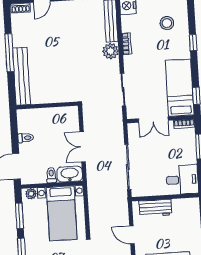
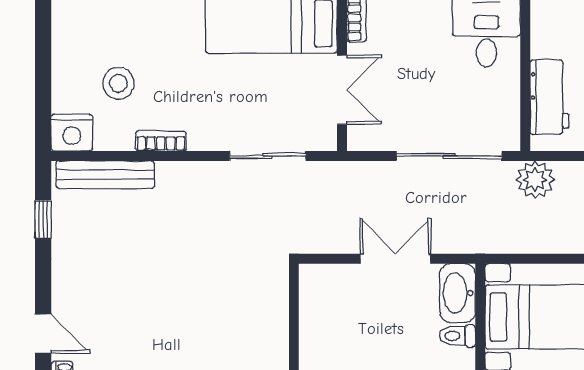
stool: (167, 23) -> (118, 83), moved
plant: (111, 51) -> (535, 180), moved
double door: (83, 147) -> (395, 259), swing flipped

